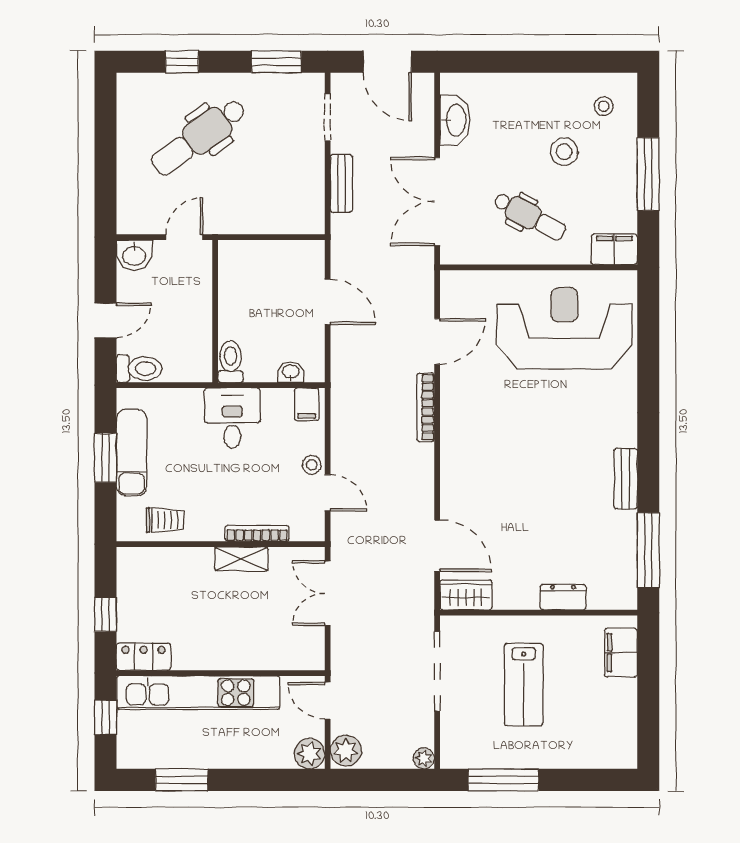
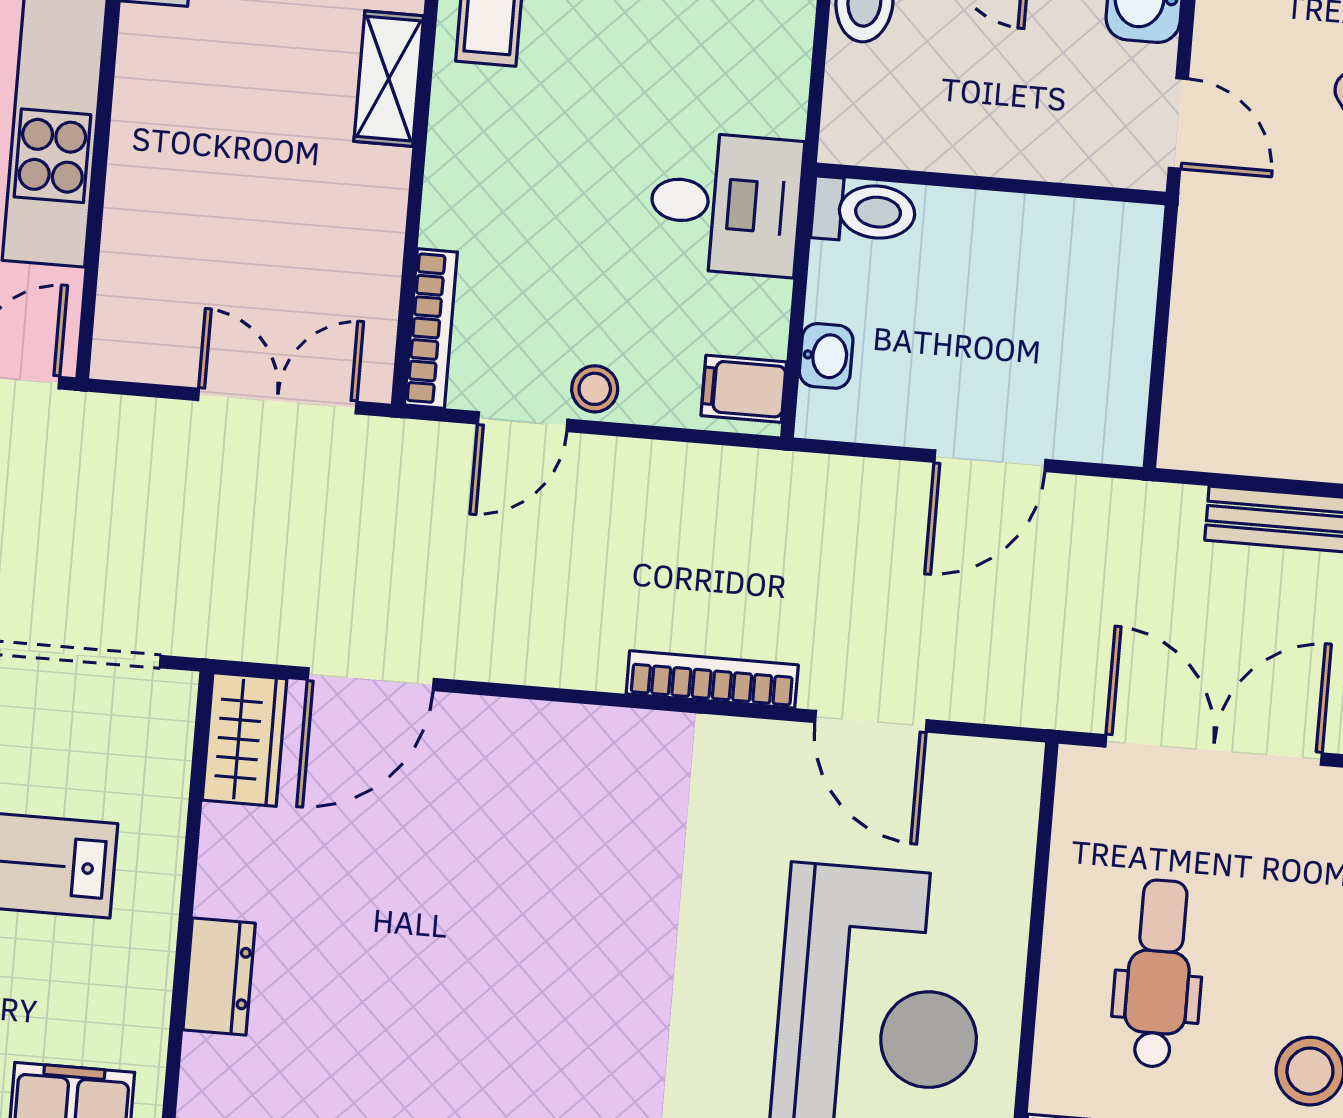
dental chair: (530, 216) -> (1159, 974), turned 152
bookcase: (257, 533) -> (431, 328), moved
shelving: (241, 559) -> (389, 79), moved

